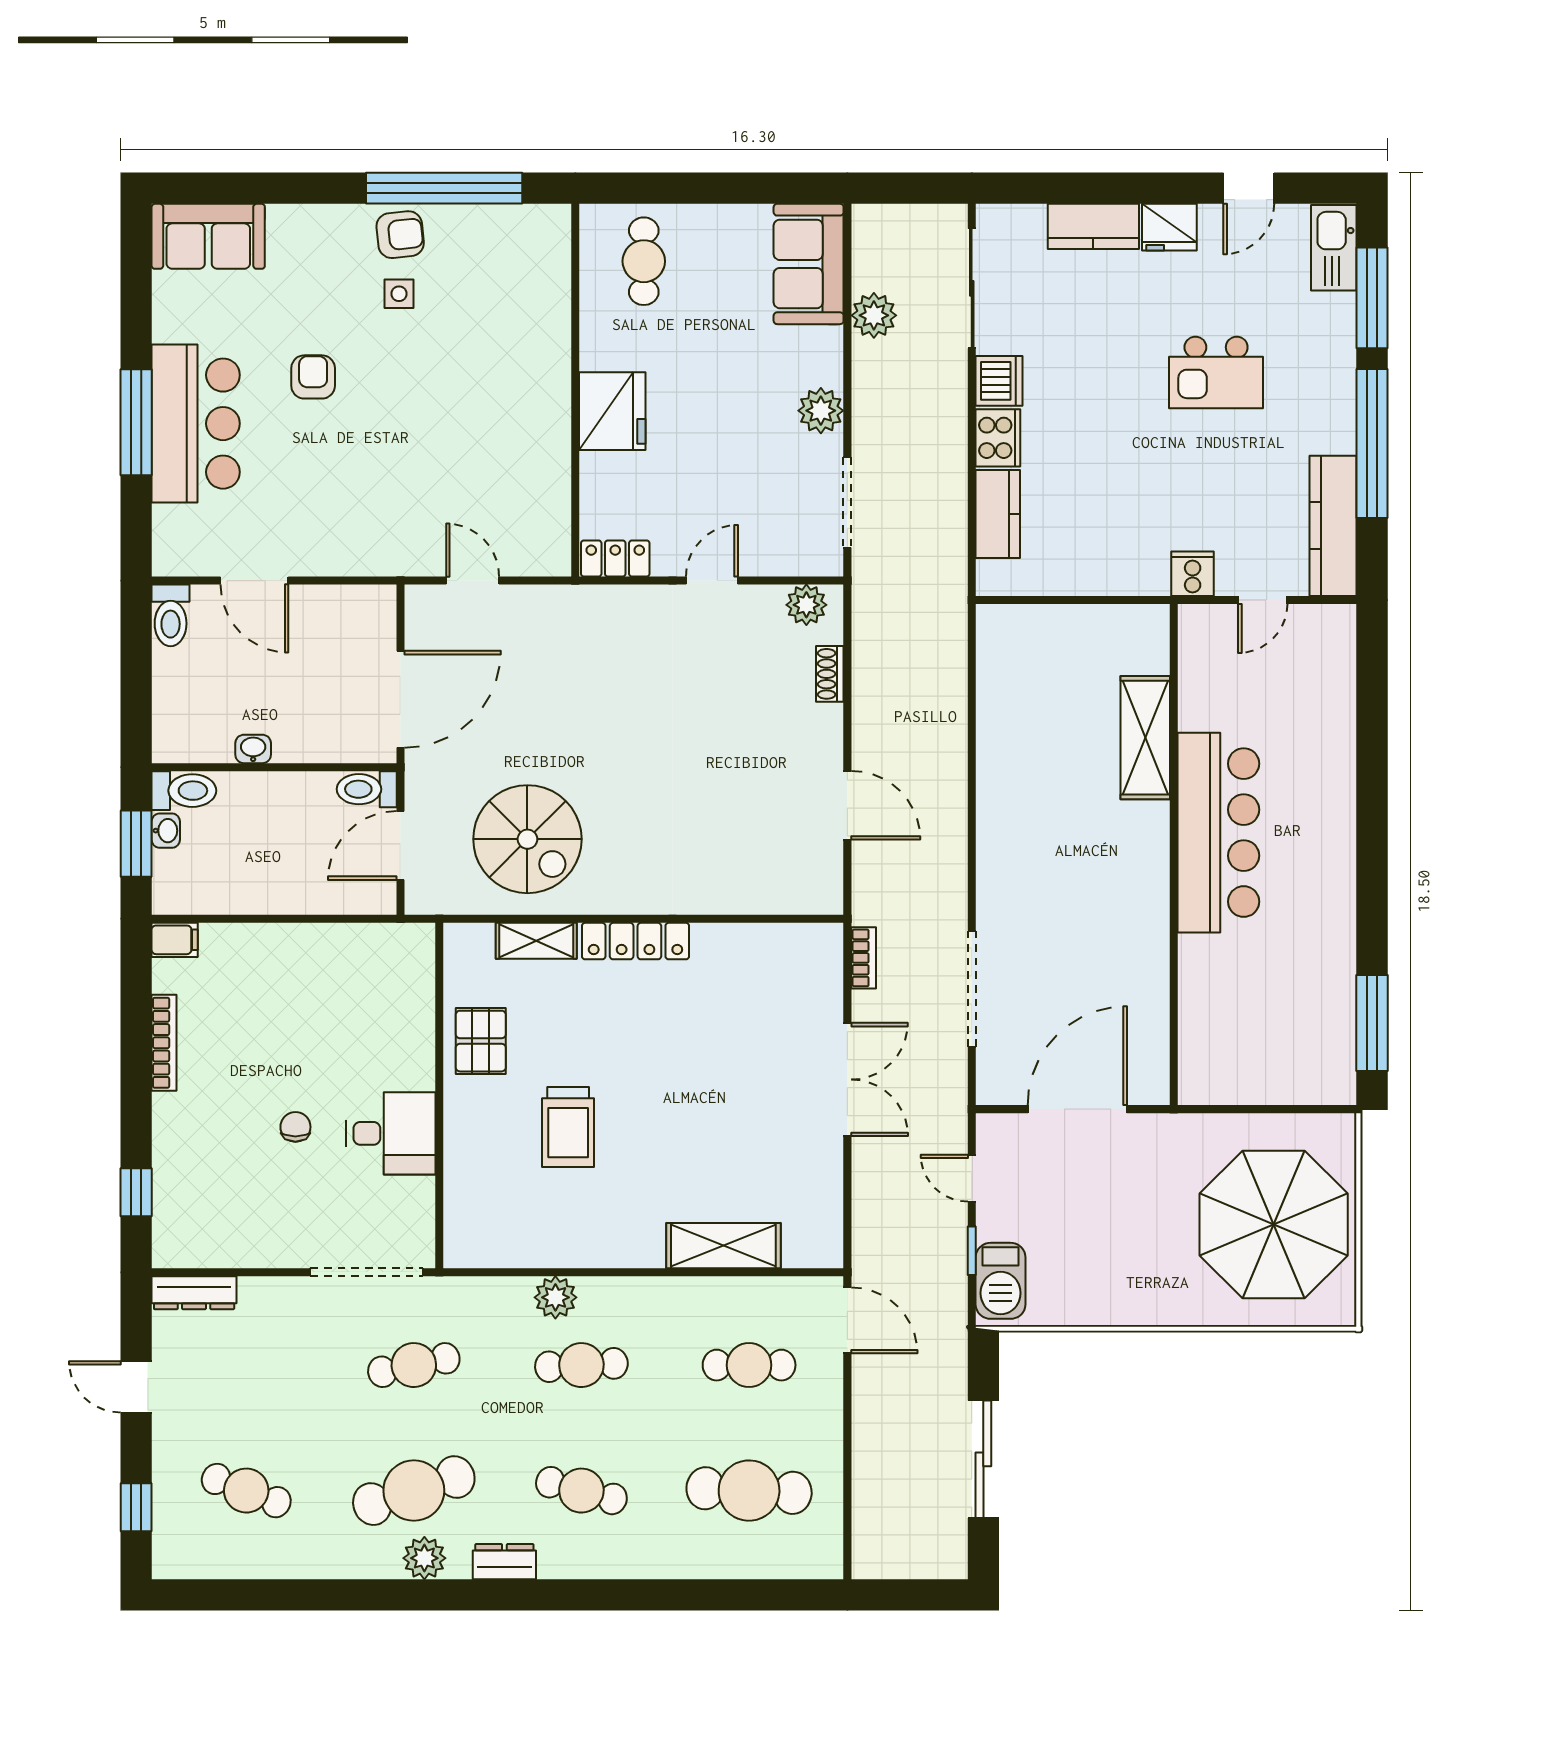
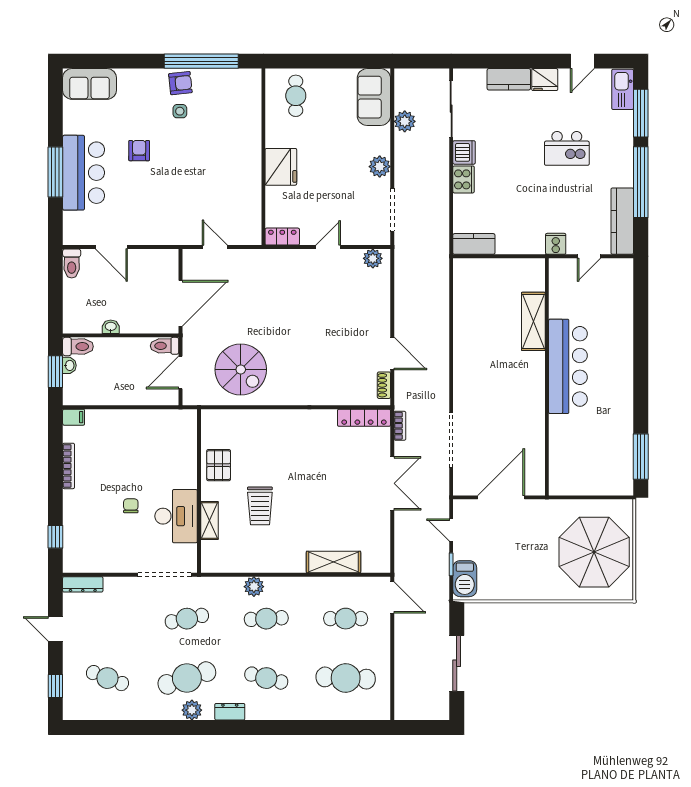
kitchen counter: (998, 514) -> (474, 244), moved, turned -90
shoe rack: (830, 674) -> (384, 385), moved
shelving: (536, 941) -> (209, 520), moved, turned 90
locker: (635, 941) -> (364, 418), moved
desk: (391, 1133) -> (176, 516), width x1.37

